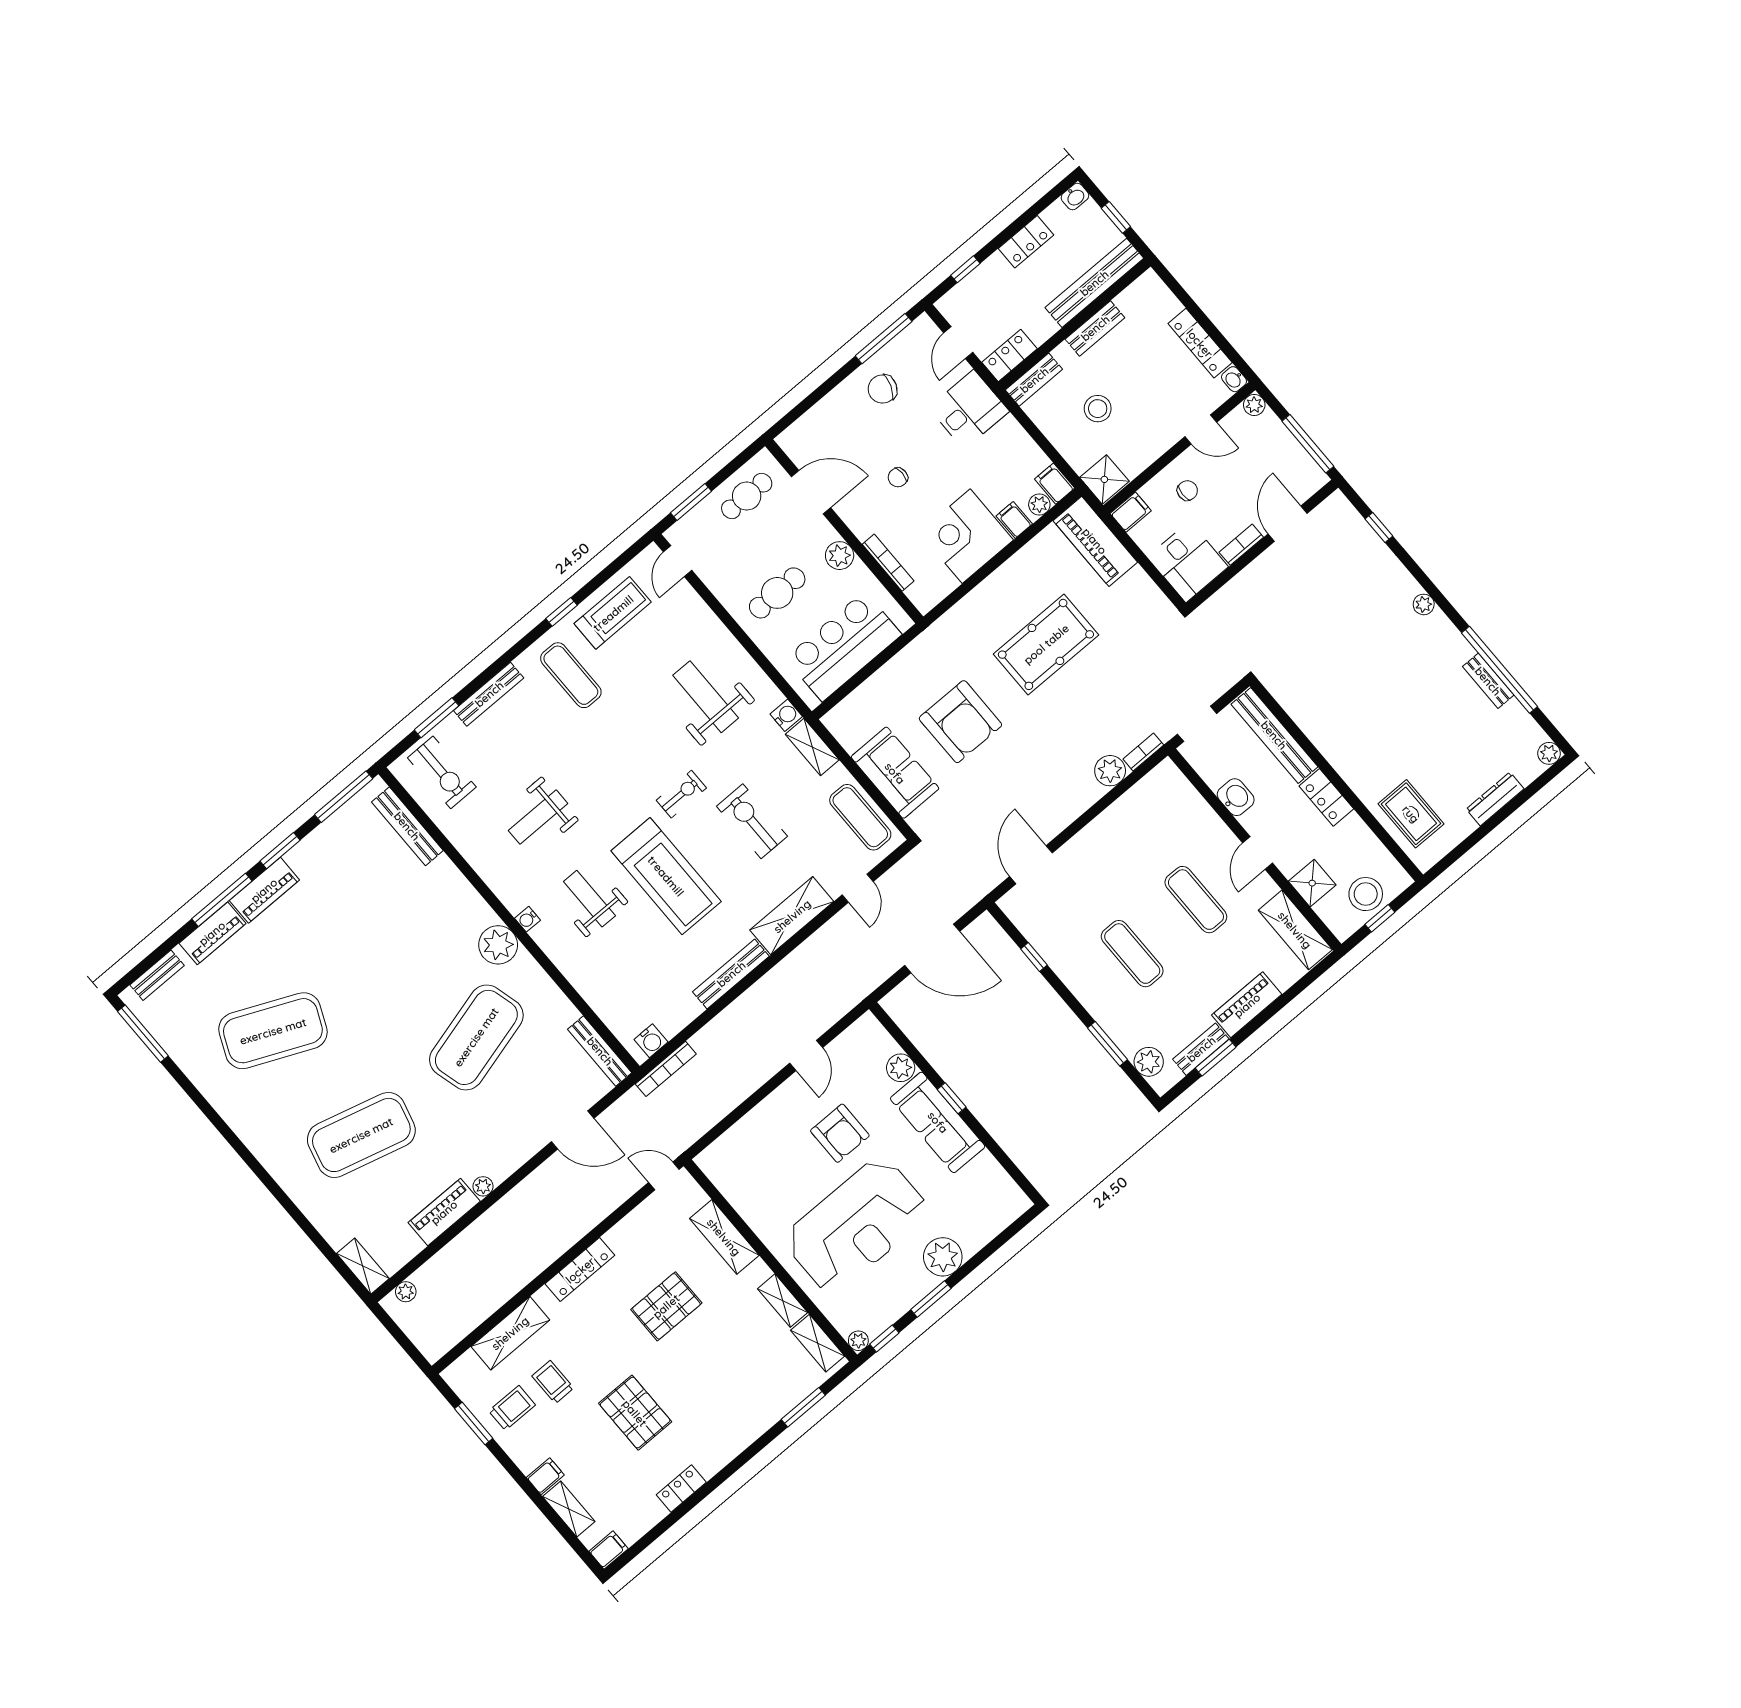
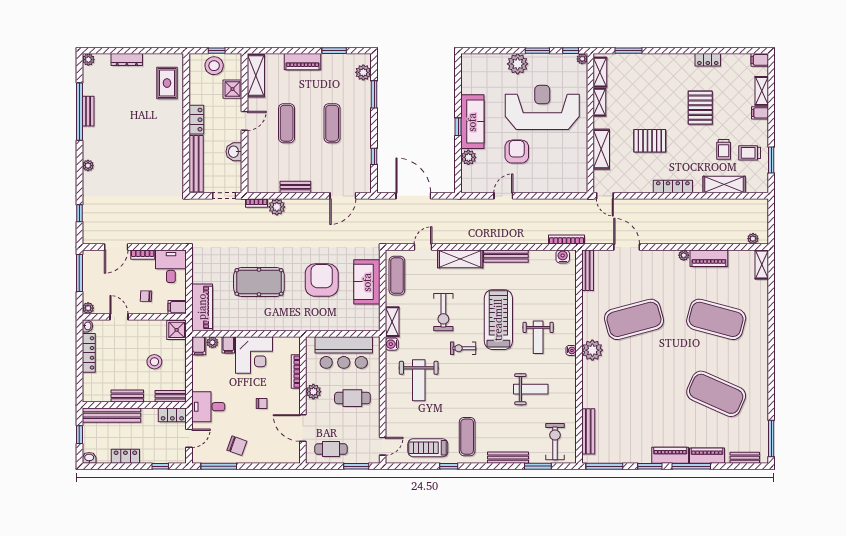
bench: (1201, 1049) -> (295, 187), moved

